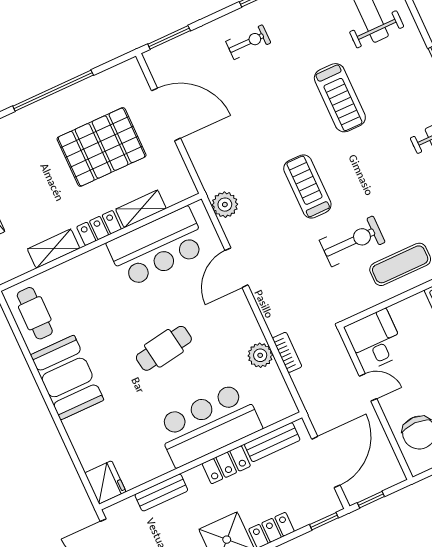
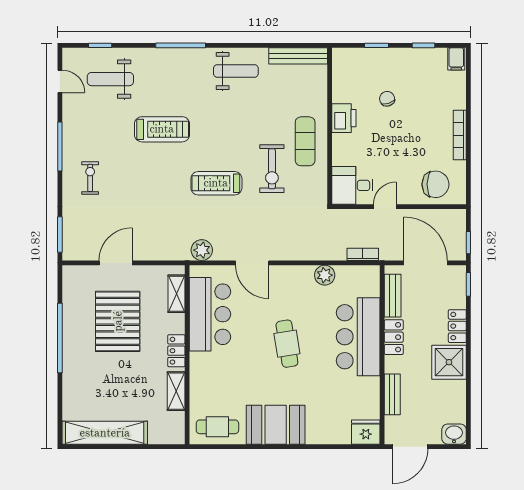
door: (166, 114) -> (116, 263), width x0.73
shelving: (141, 209) -> (177, 294), moved
exercise bike: (352, 241) -> (272, 169), turned 180
bookcase: (287, 352) -> (363, 254), moved

